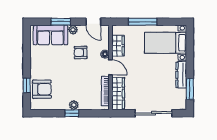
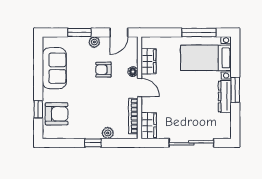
door: (93, 22) -> (119, 32), hinge flipped
window: (143, 22) -> (199, 32), moved
sofa: (50, 35) -> (54, 68), moved, turned -90
window: (190, 89) -> (235, 90), moved
wardrobe: (118, 94) -> (149, 126), width x0.67
plant: (74, 105) -> (108, 133), moved

